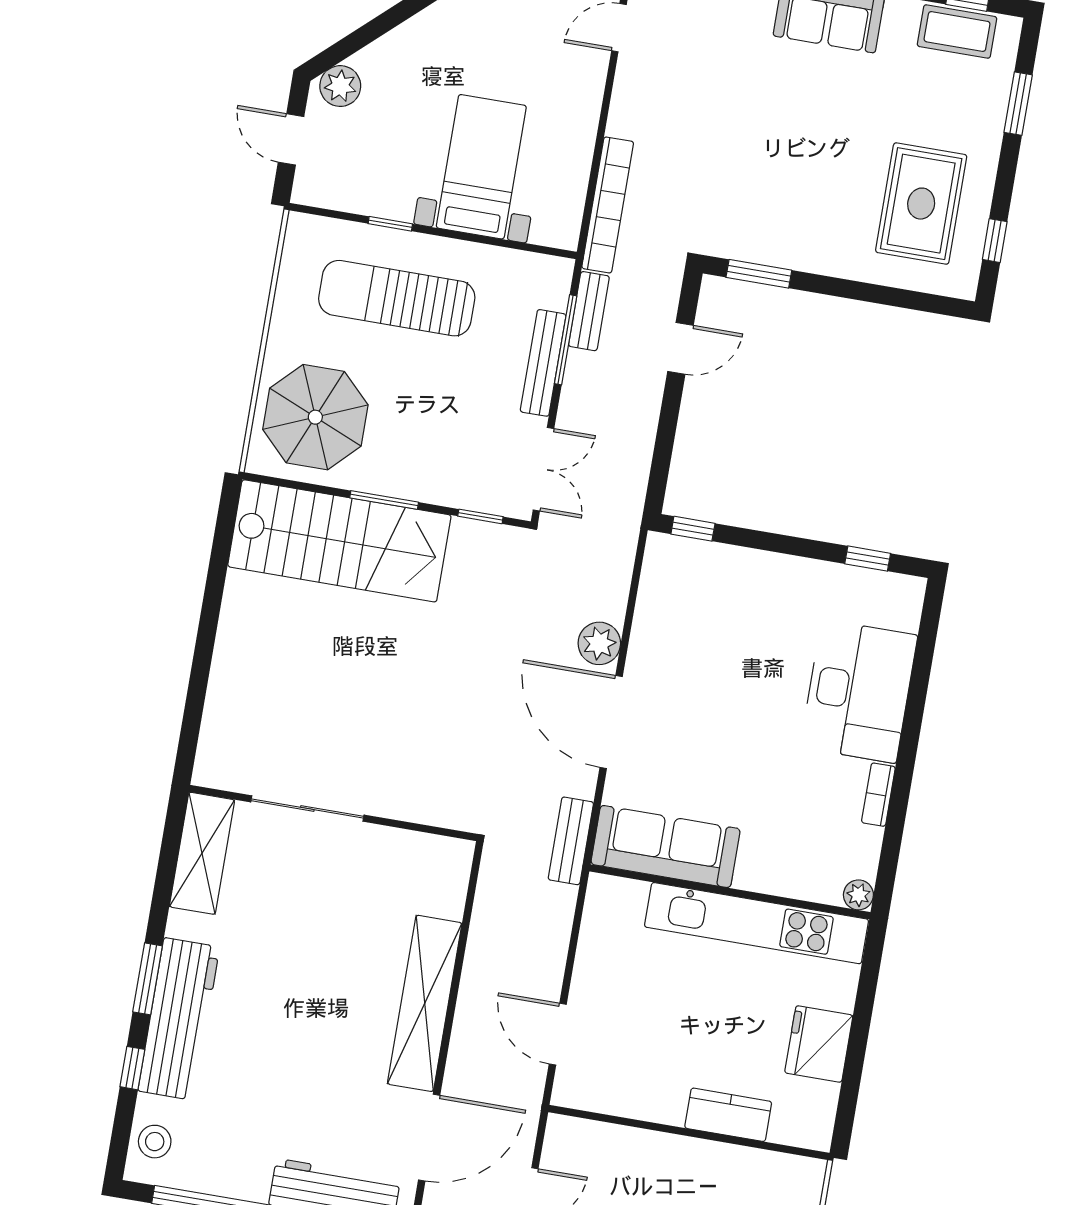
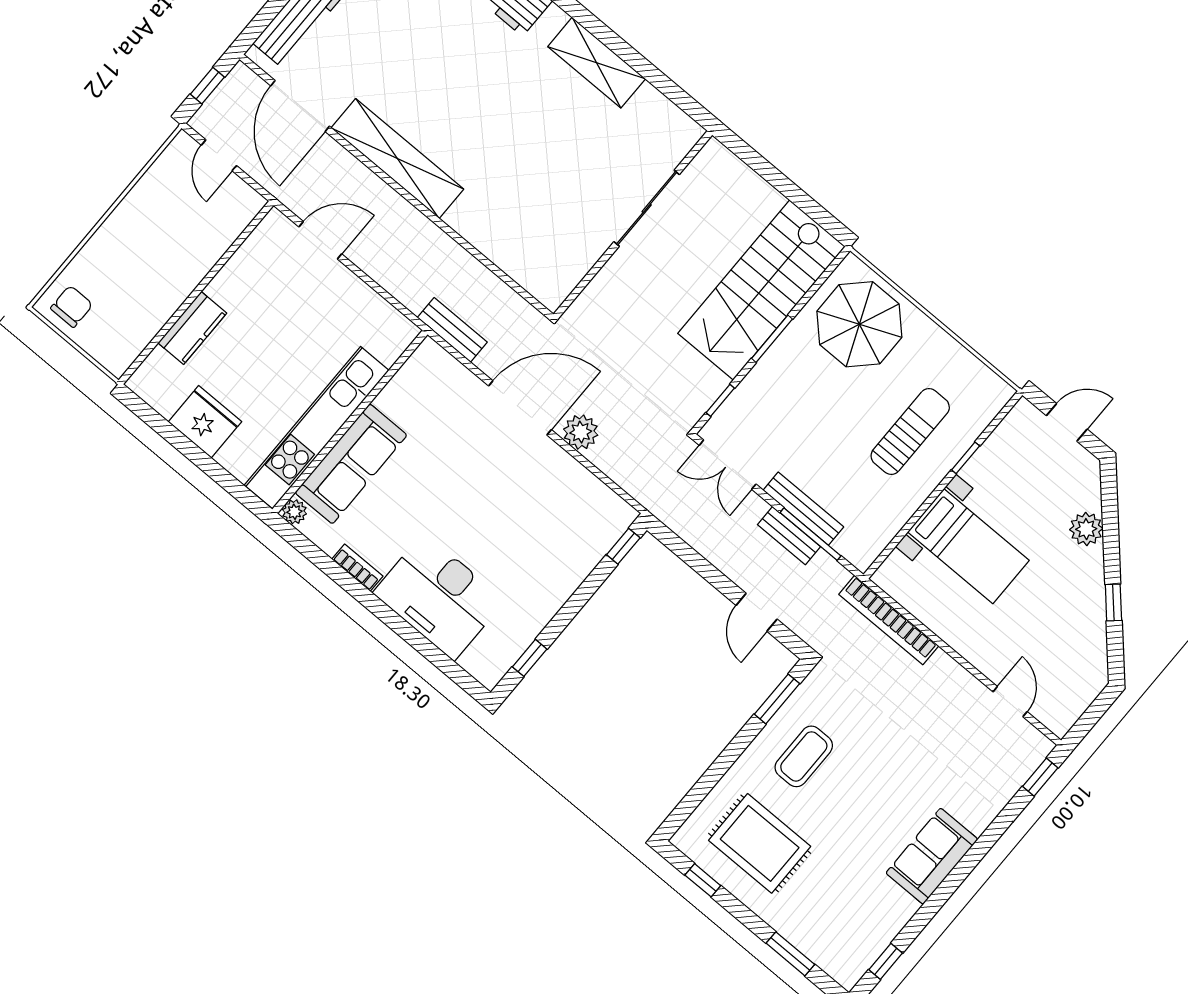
coffee table: (957, 32) -> (804, 756), moved
plant: (340, 86) -> (1086, 529), moved
sun lounger: (397, 298) -> (910, 432), width x0.73, depth x0.75
bench: (589, 311) -> (789, 536), moved
sliding door: (307, 808) -> (647, 208), moved
wall: (333, 813) -> (633, 225), moved
sofa: (665, 847) -> (351, 464), moved

